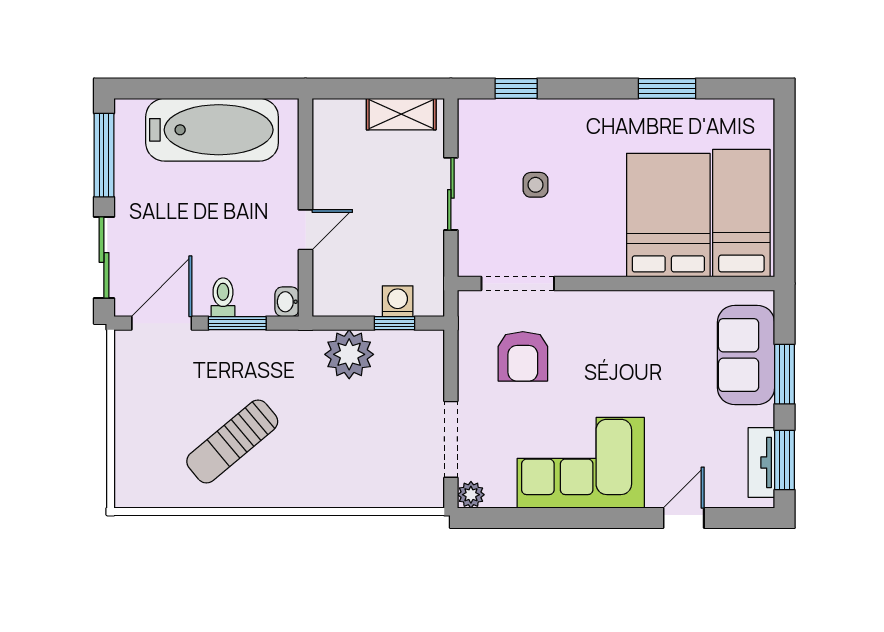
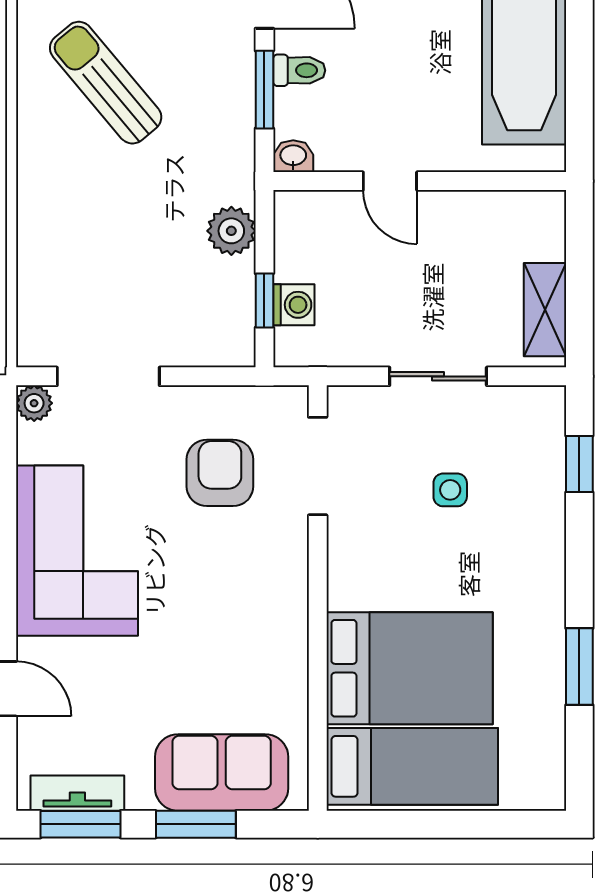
plant: (349, 354) -> (231, 231), width x0.73, depth x0.73
armchair: (523, 356) -> (220, 473), turned 90

